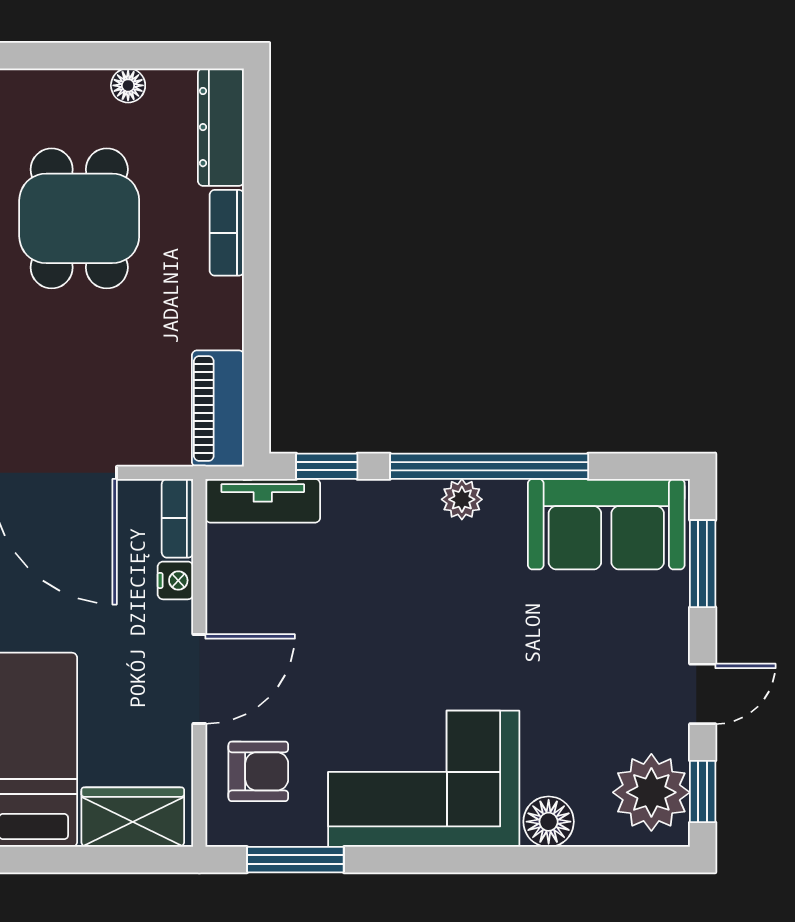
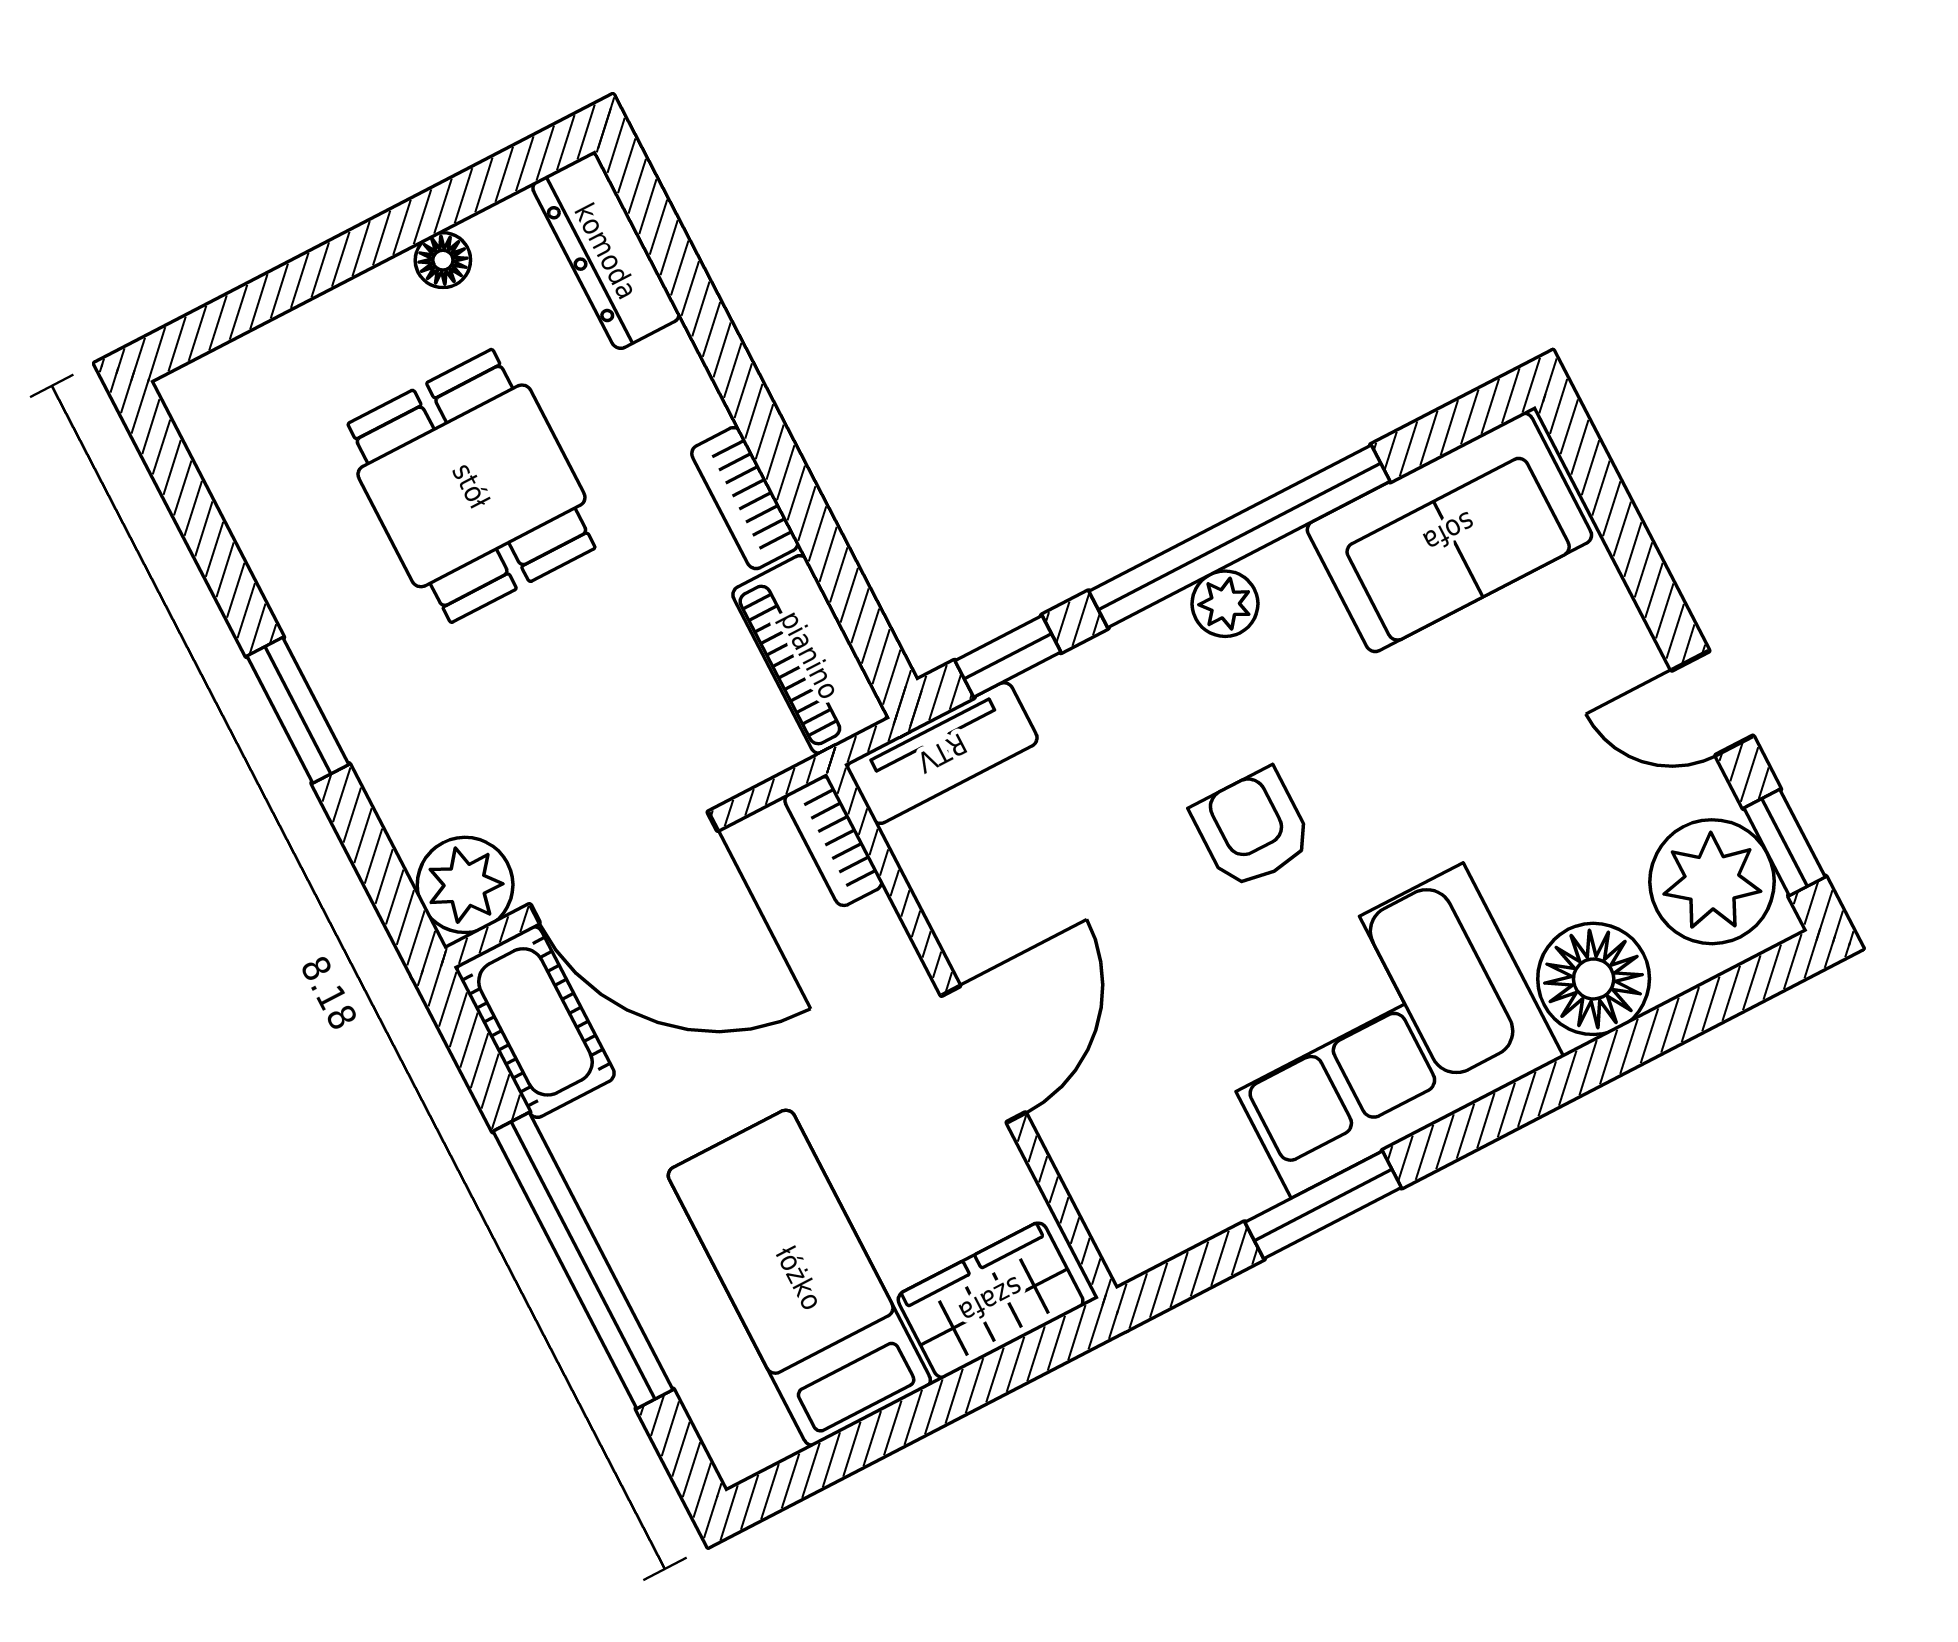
bookcase: (227, 233) -> (745, 498), moved
window: (703, 564) -> (1616, 517), removed
nightstand: (175, 580) -> (877, 931), removed
door: (703, 694) -> (1712, 703), swing flipped
armchair: (258, 771) -> (1252, 829), moved, turned -90
floor lamp: (549, 822) -> (1594, 979), width x1.38, depth x1.38
window: (295, 860) -> (1323, 1205), moved

